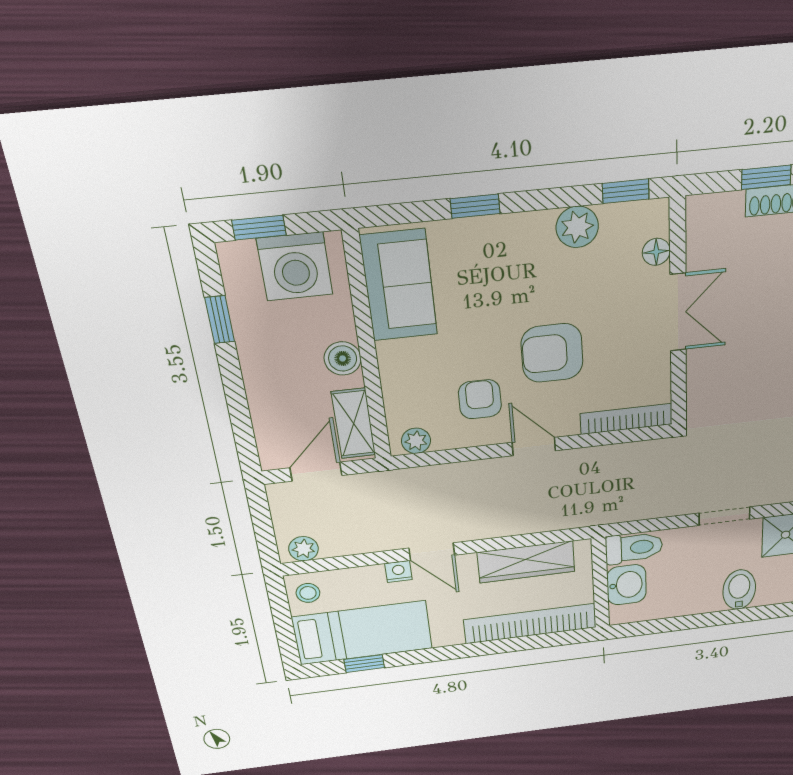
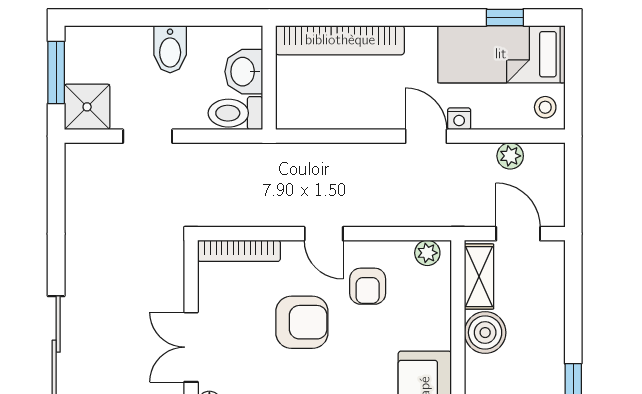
boiler: (343, 358) -> (485, 333), width x1.36, depth x1.36
door: (316, 472) -> (518, 234), swing flipped
plant: (303, 549) -> (510, 156), moved
wardrobe: (526, 562) -> (339, 112), removed
bidet: (739, 590) -> (170, 49), moved

